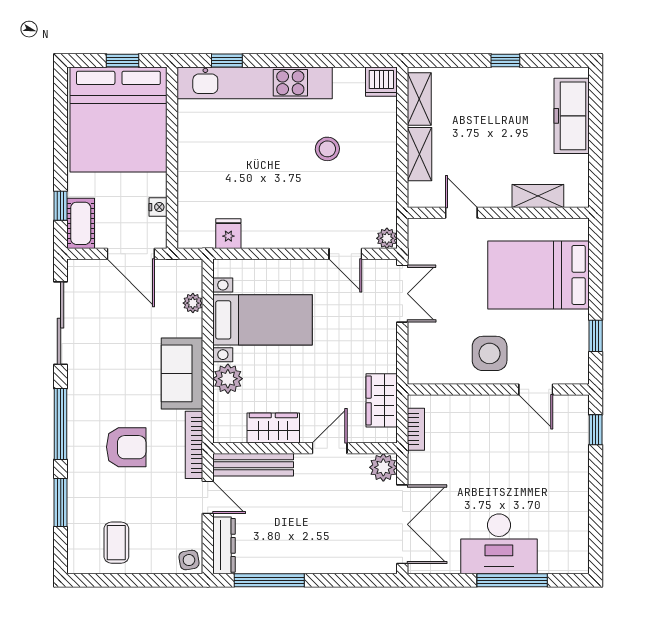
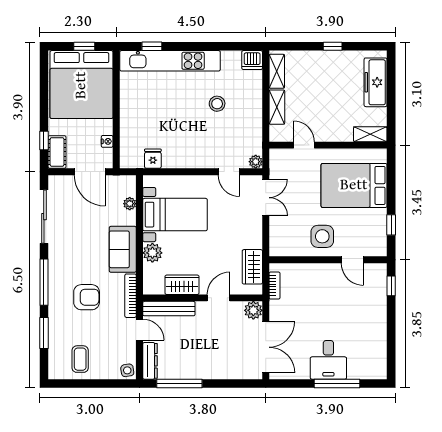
shelving: (538, 196) -> (370, 134), moved
desk: (499, 544) -> (328, 360), width x0.73

